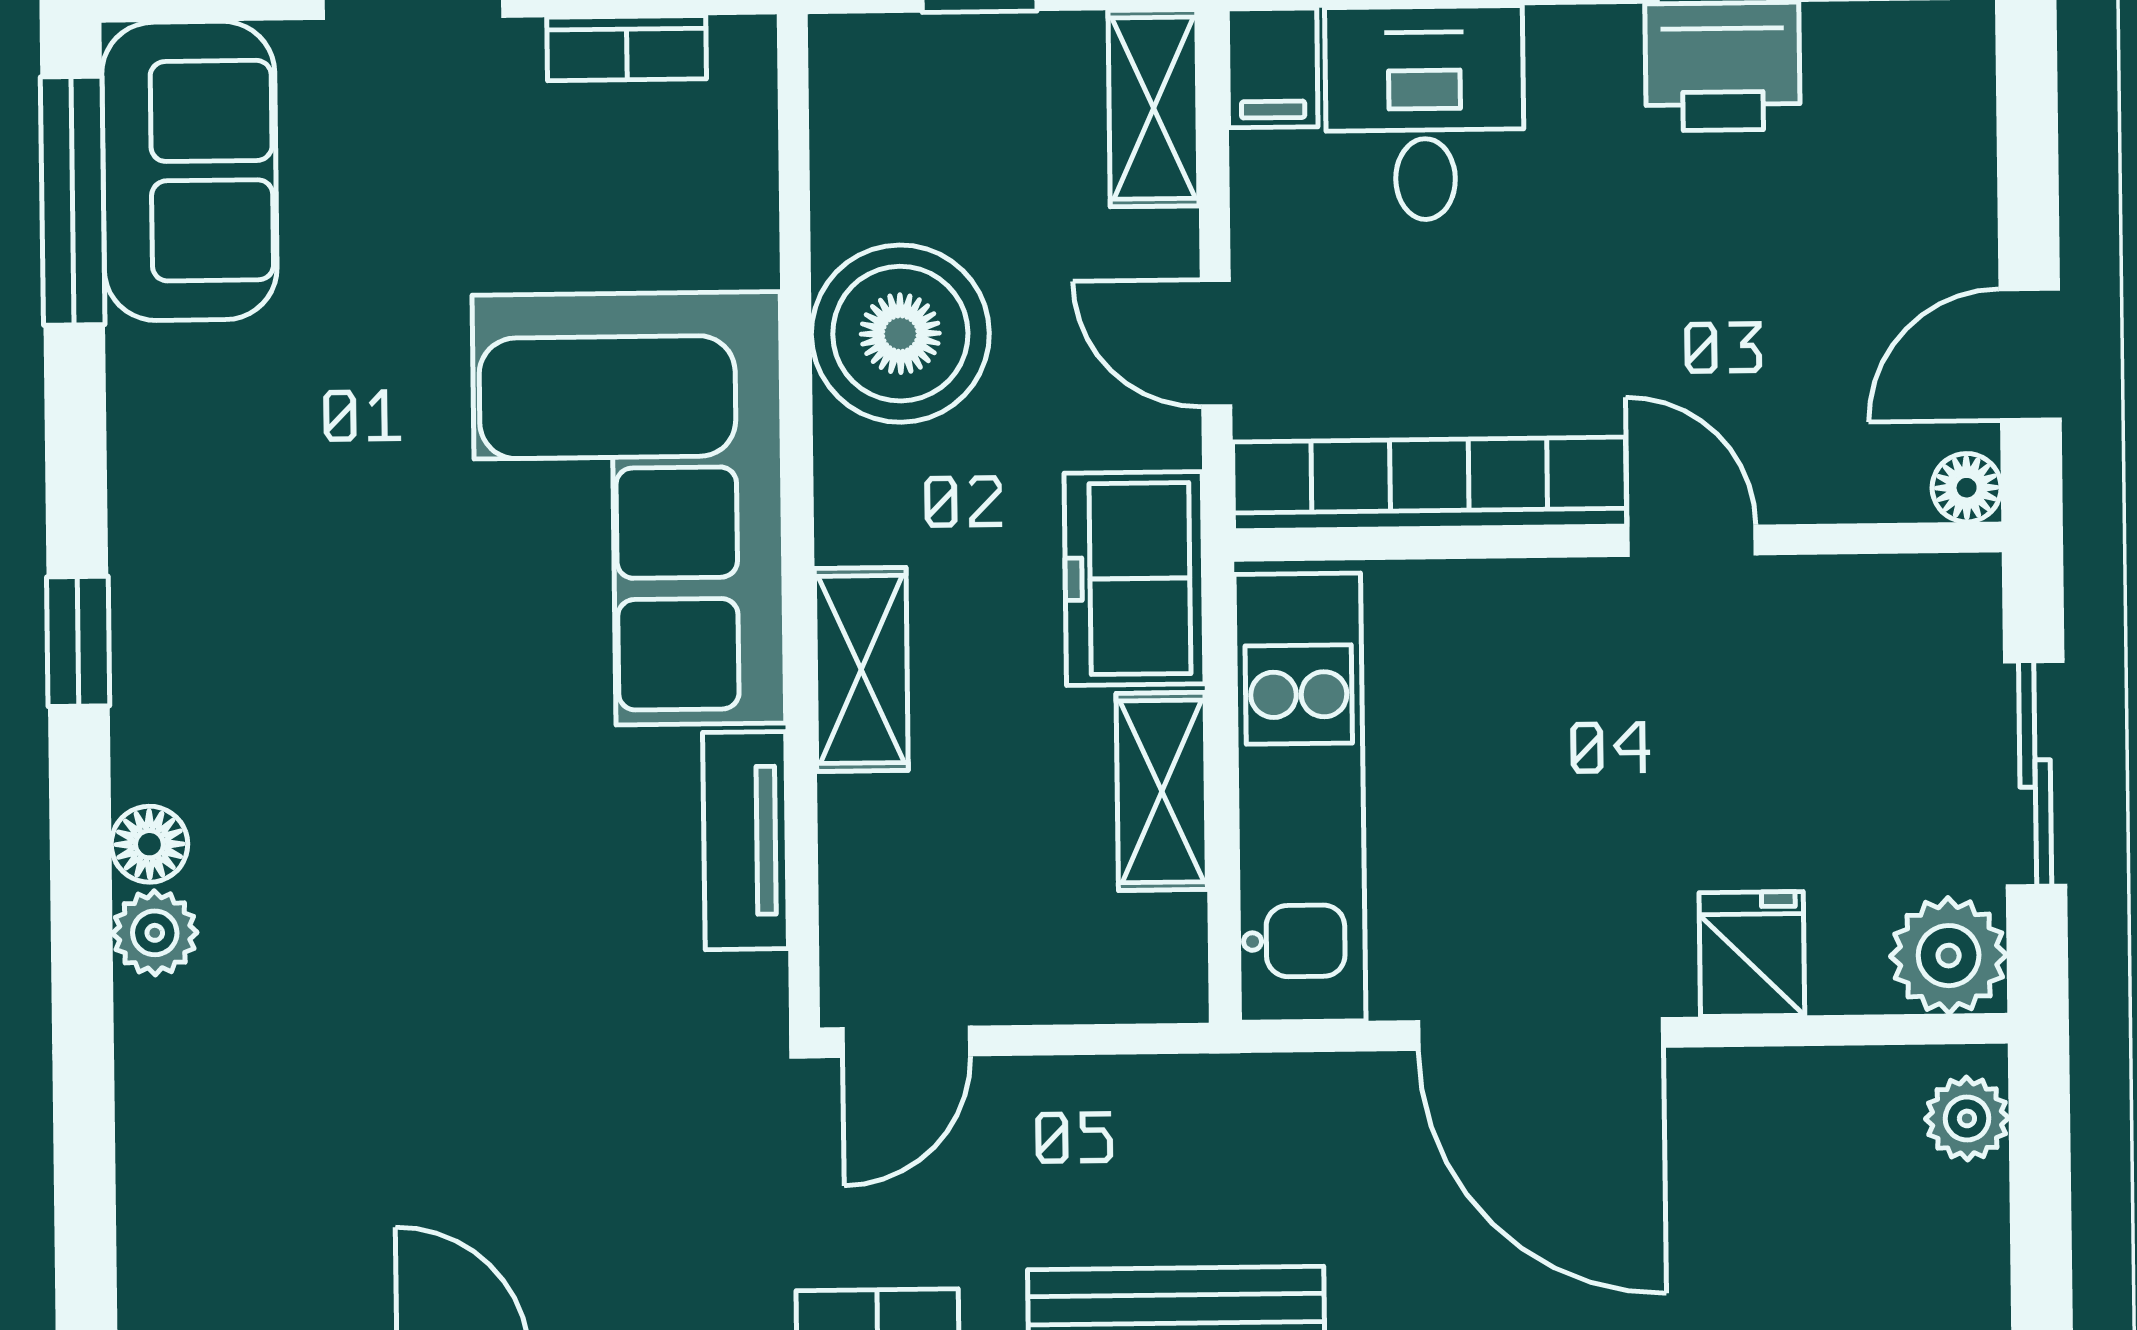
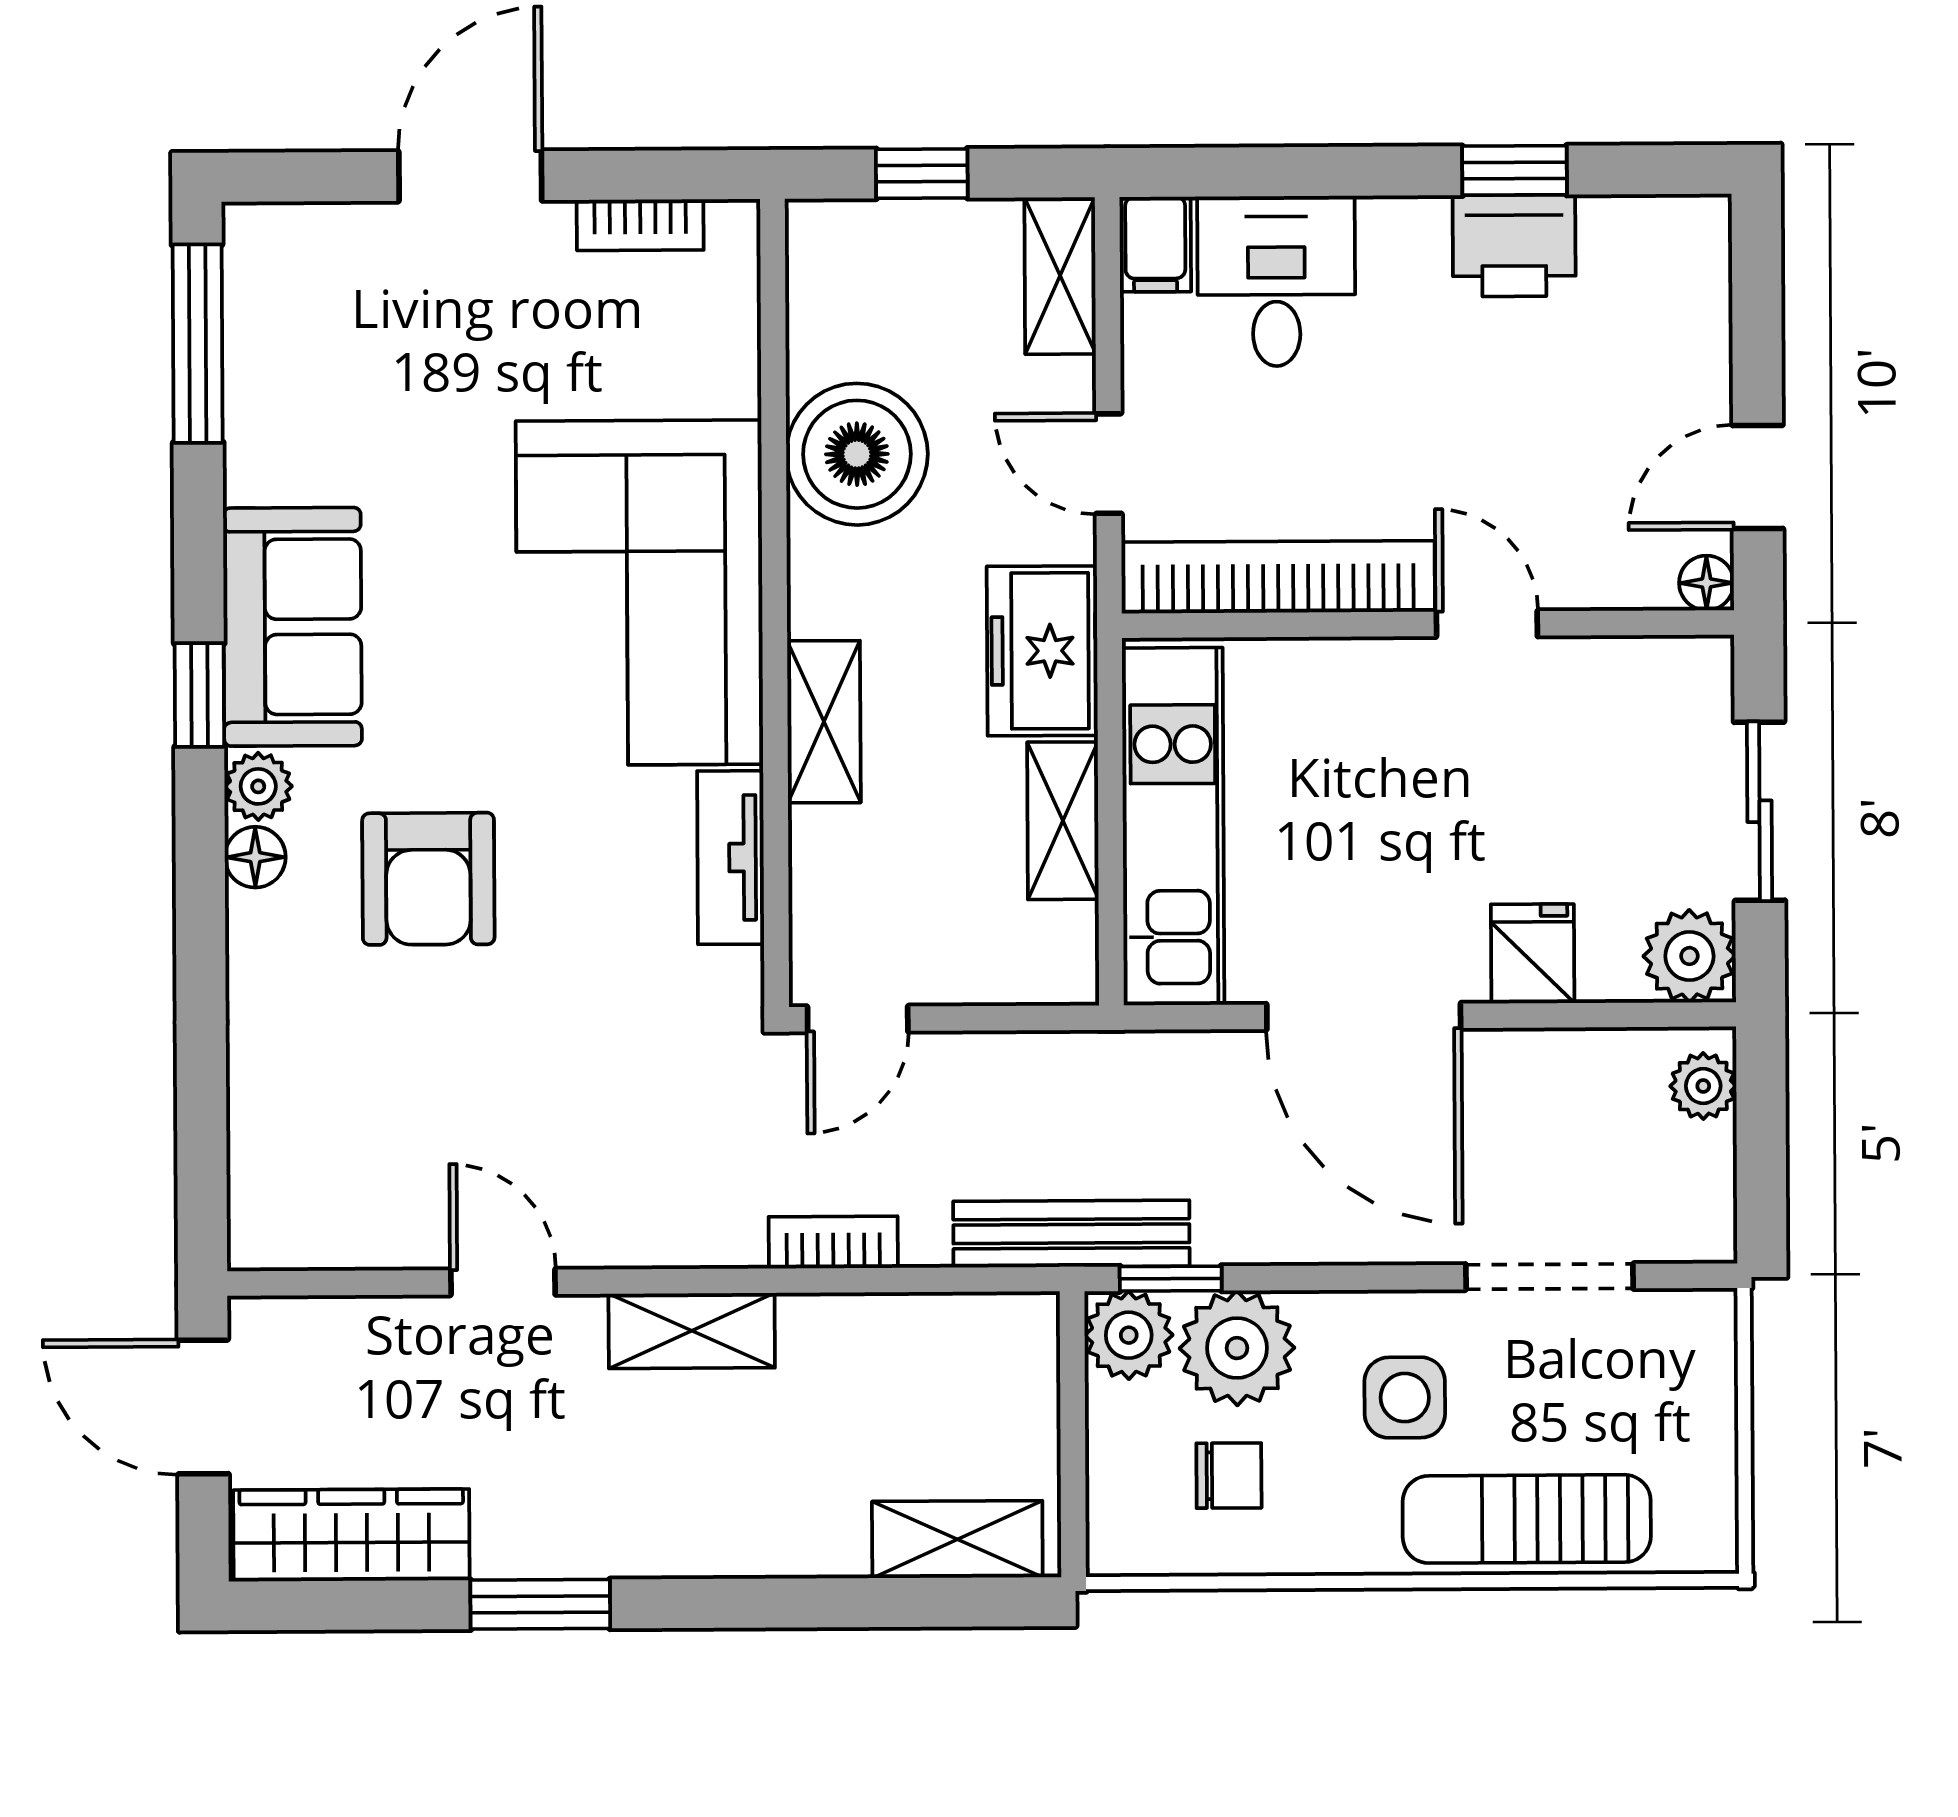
sofa: (189, 171) -> (292, 627), moved
armchair: (367, 870) -> (428, 879), added
plant: (155, 933) -> (258, 786), moved

